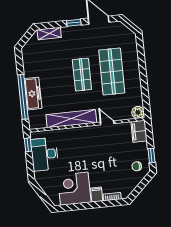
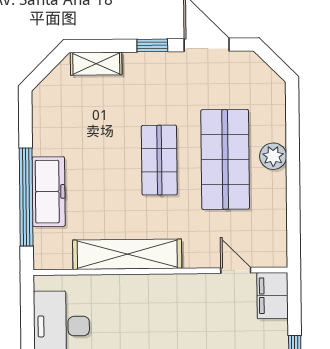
plant: (138, 112) -> (273, 156), moved
door: (107, 123) -> (236, 270), moved
window: (28, 145) -> (27, 302), removed

